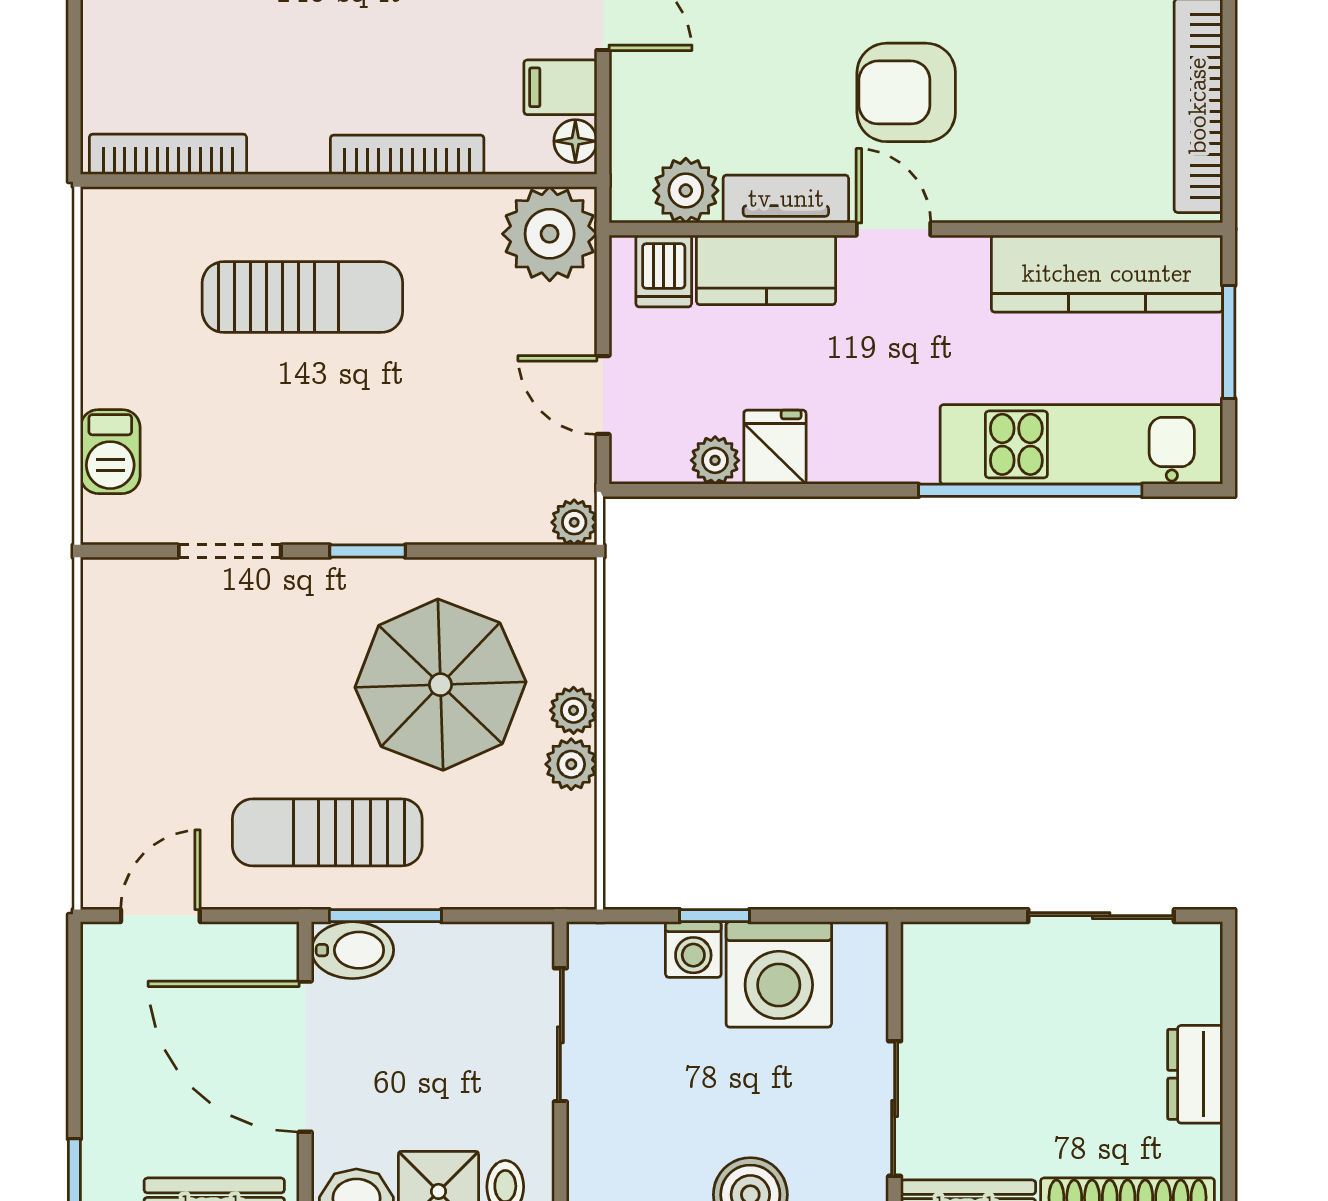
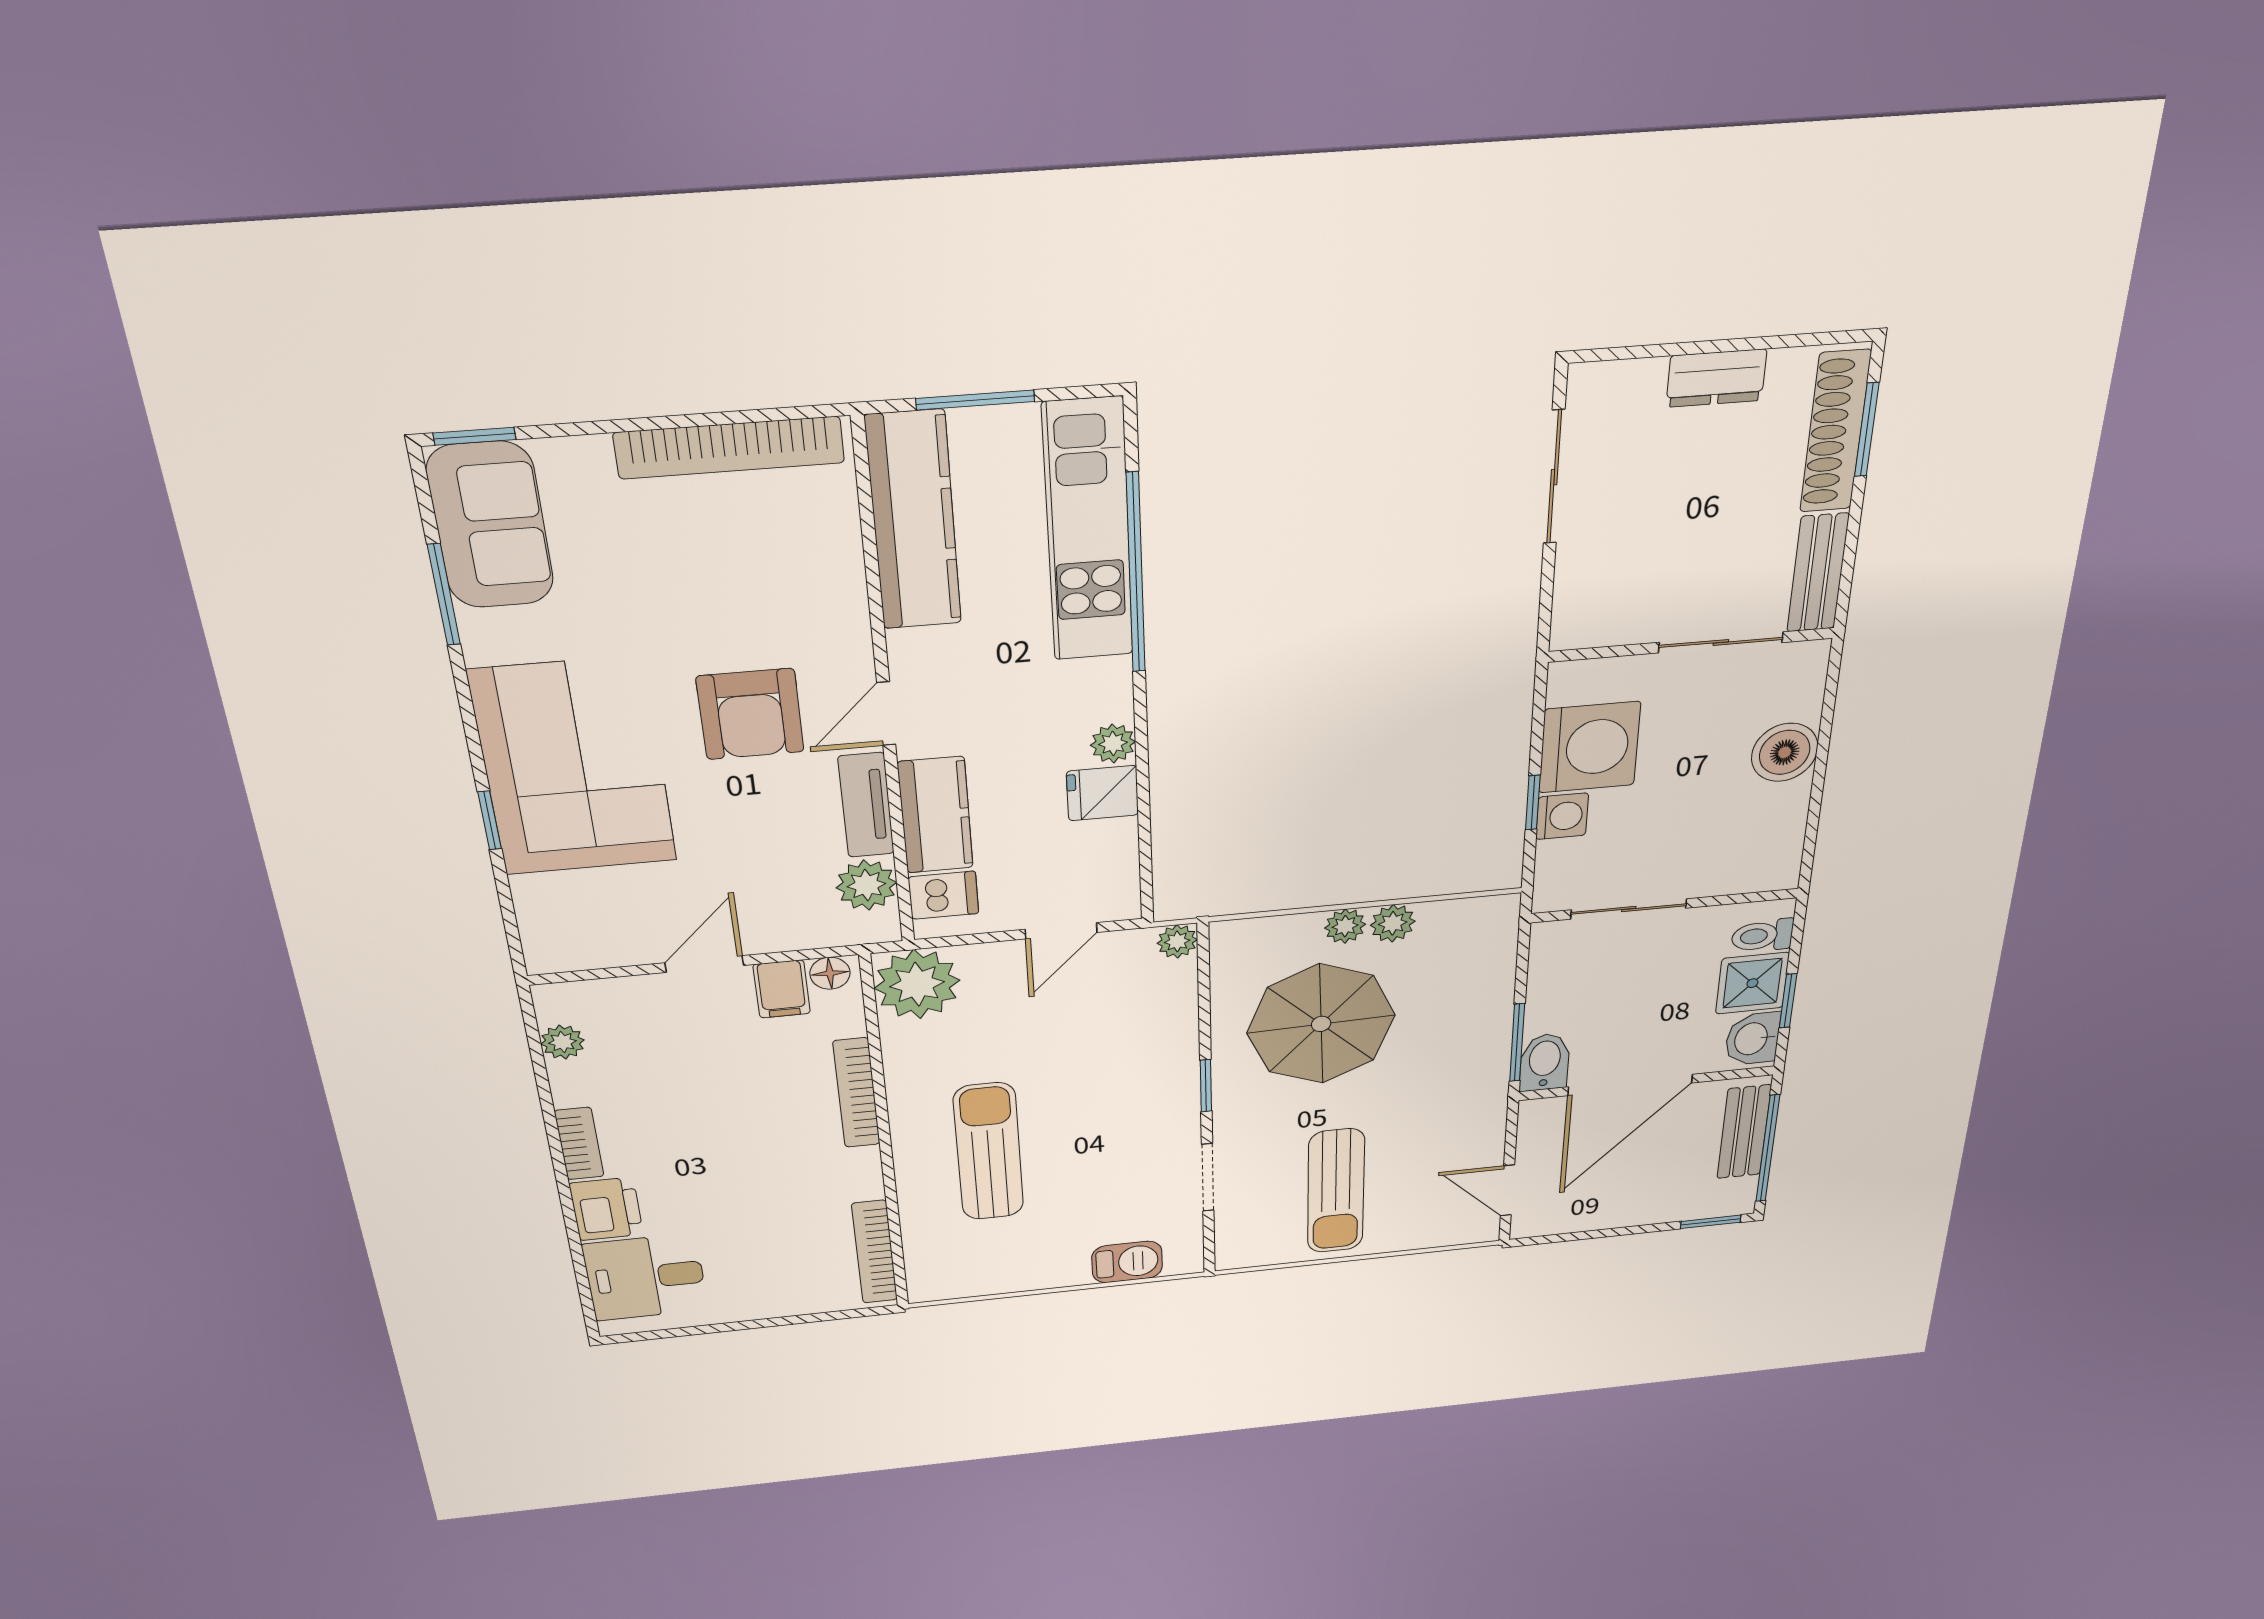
plant: (715, 460) -> (1113, 743), moved
sun lounger: (327, 832) -> (1336, 1191), moved

